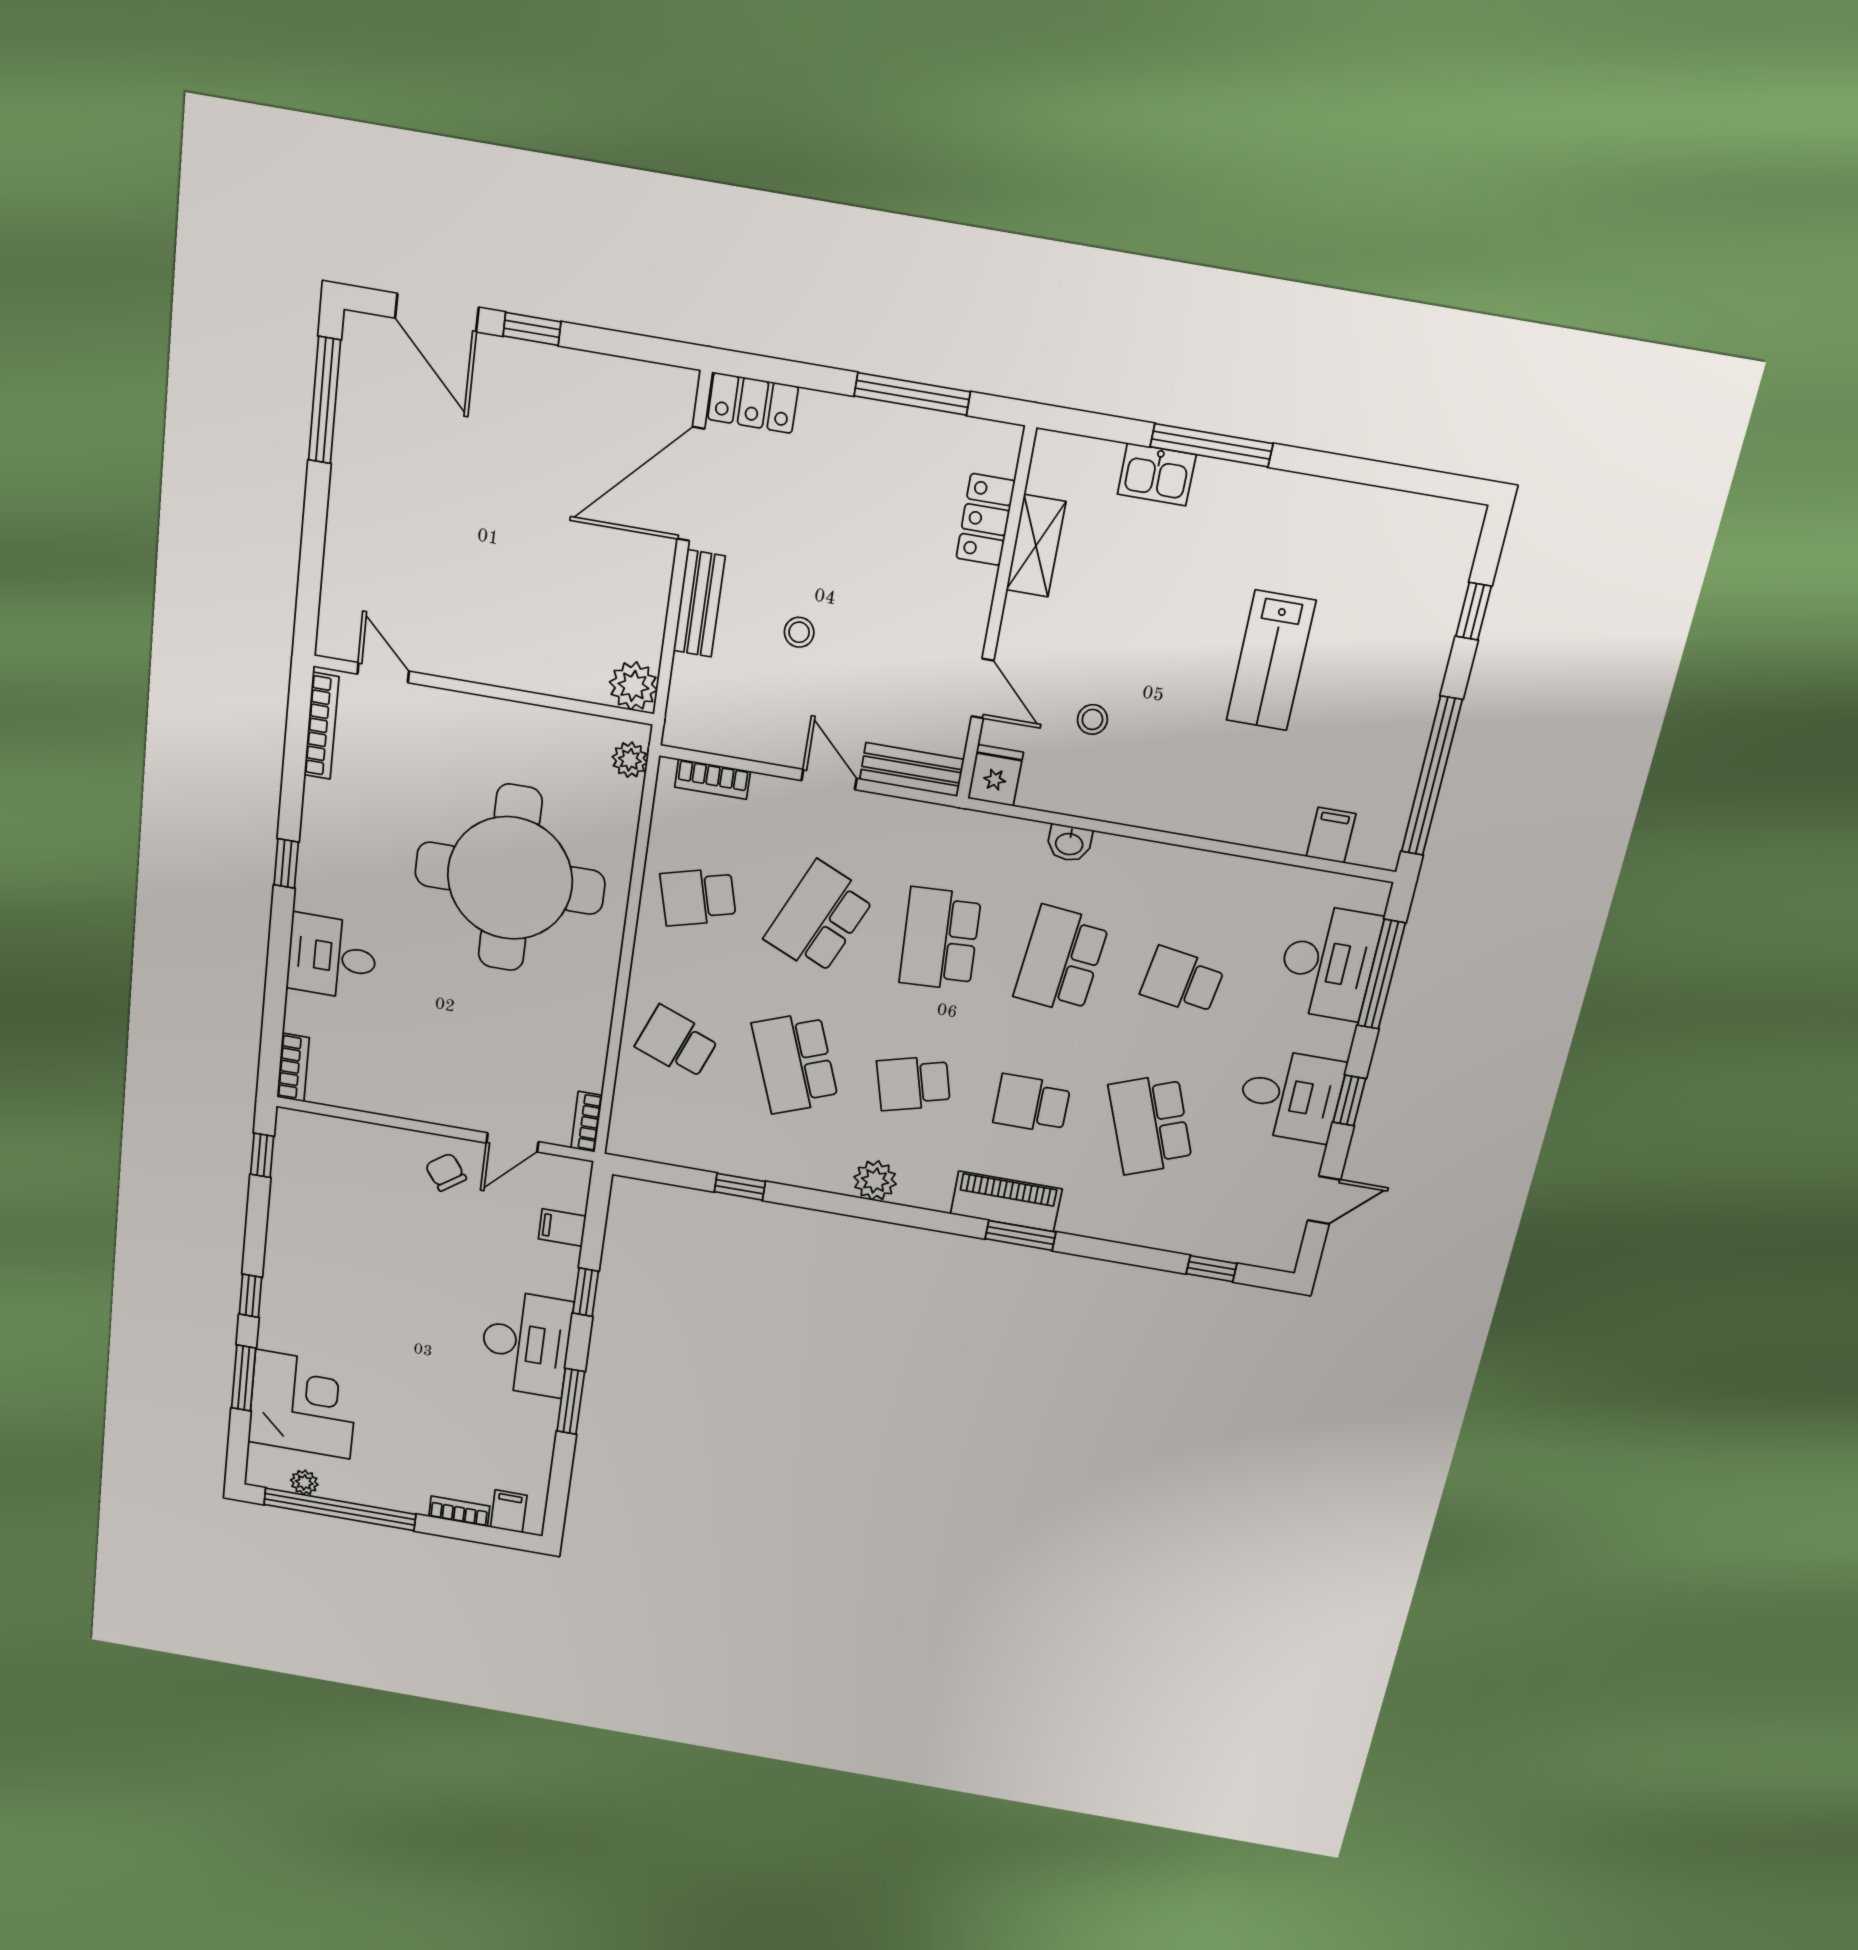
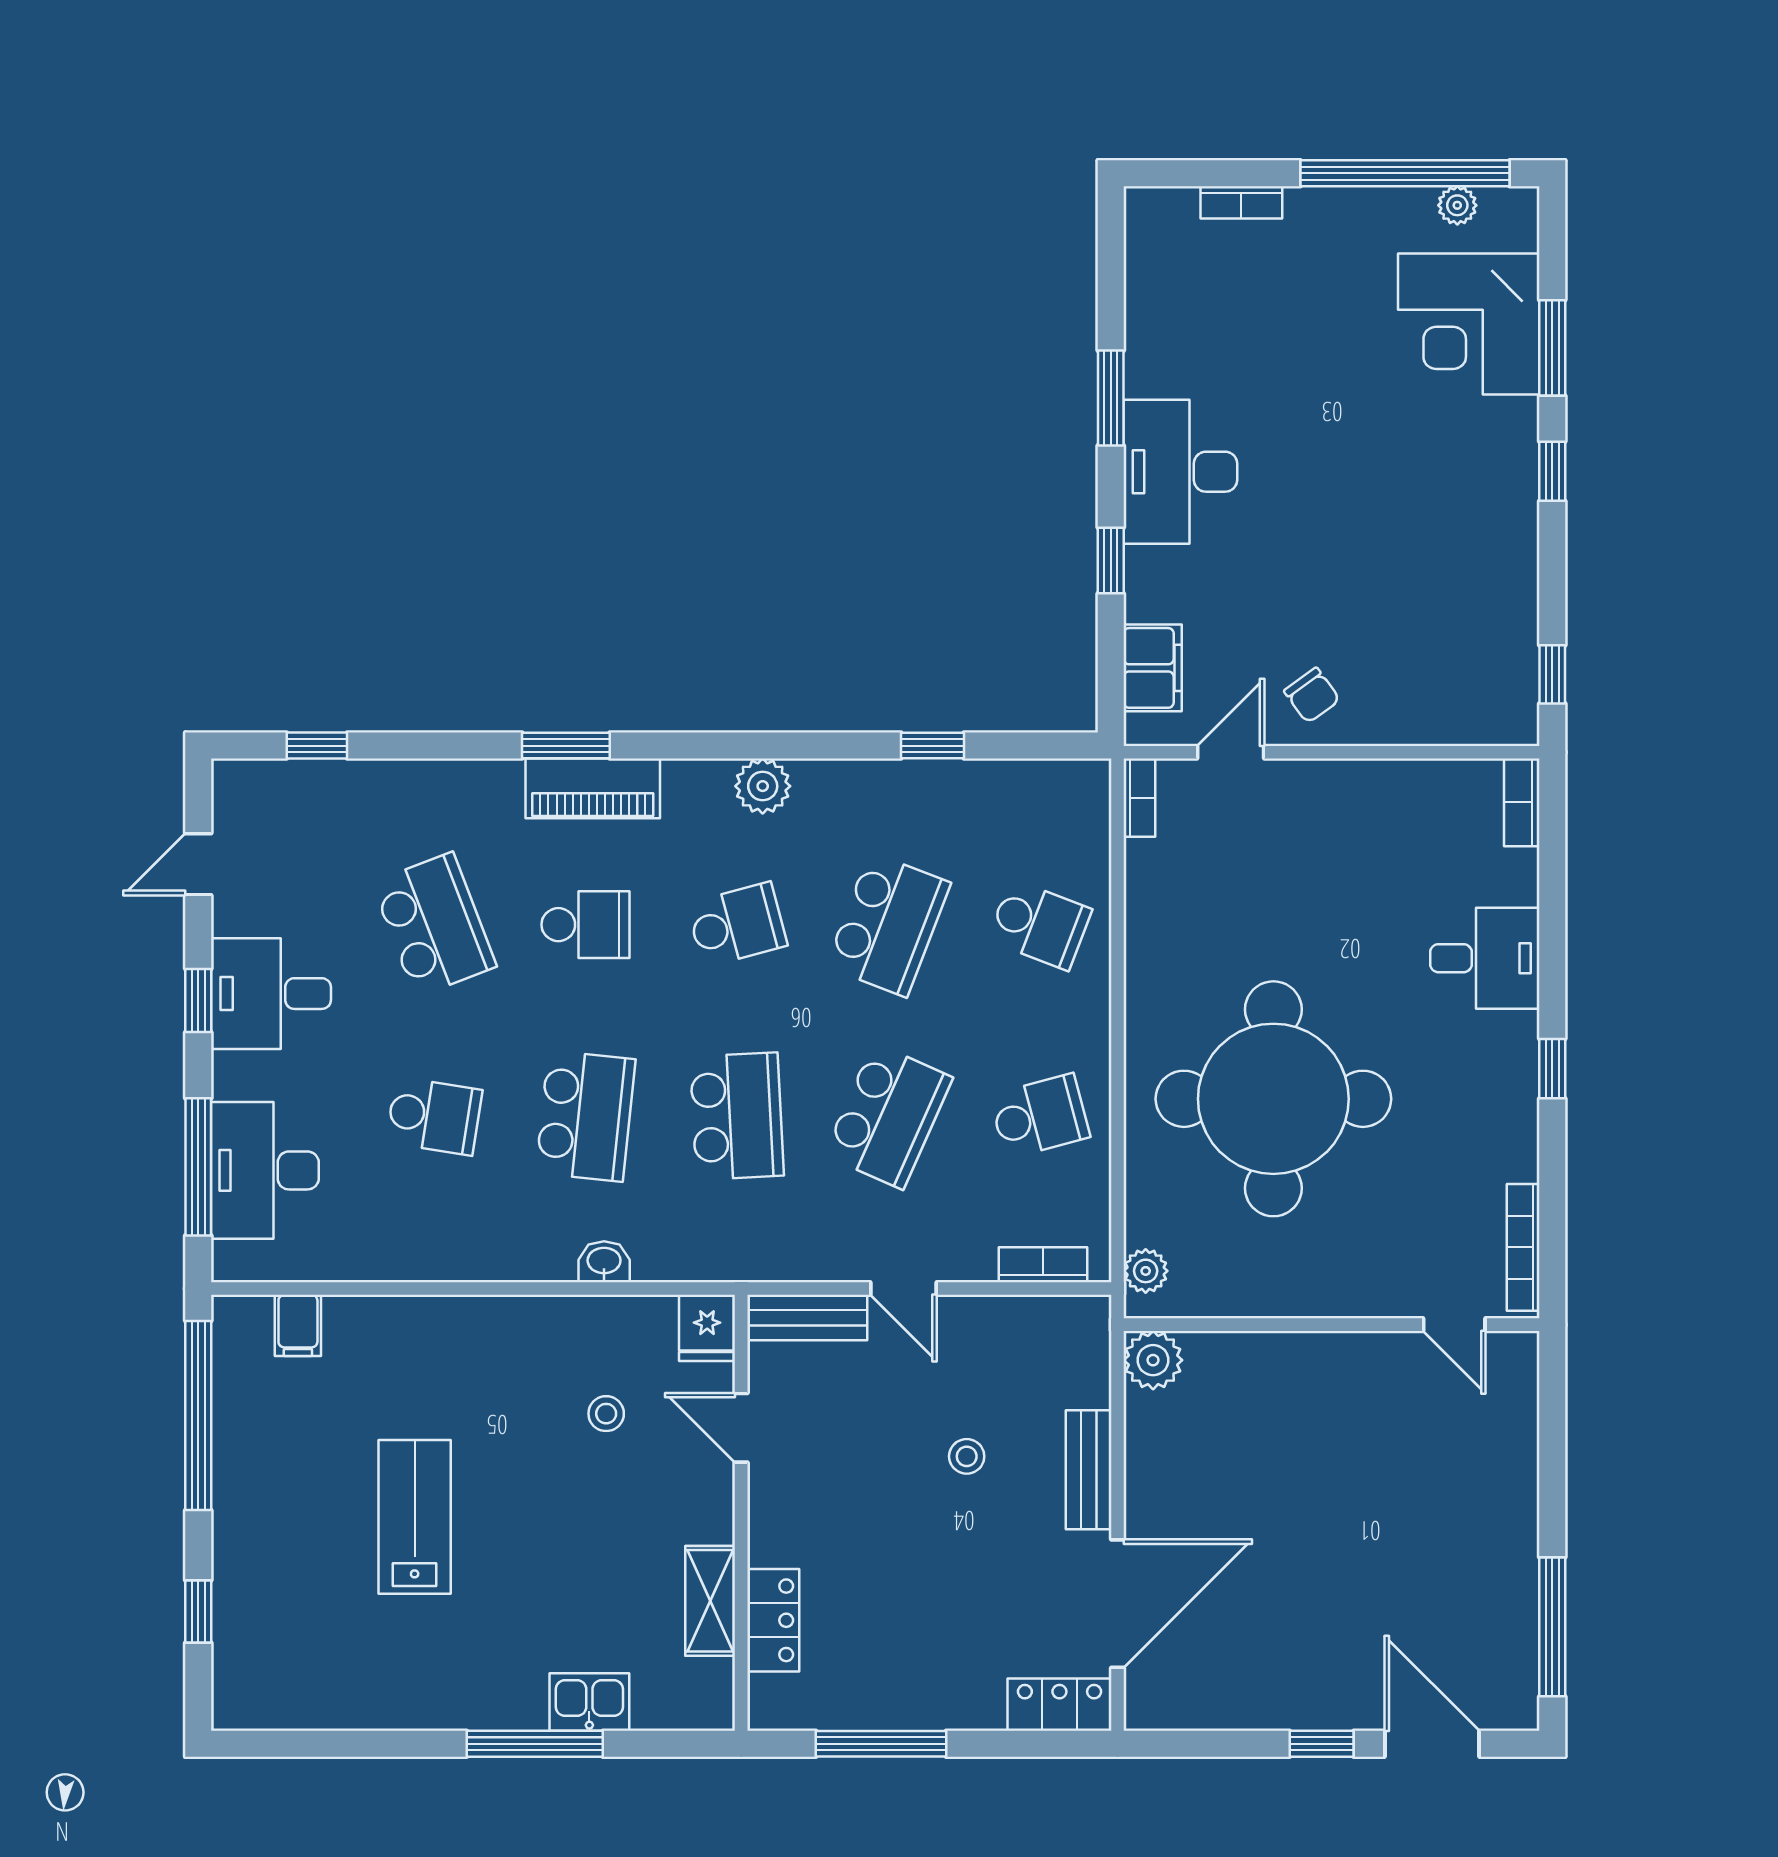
school desk: (795, 1063) -> (888, 925), turned 42
filing cabinet: (562, 1228) -> (1153, 668), width x2.00
filing cabinet: (509, 1511) -> (1174, 216), removed

